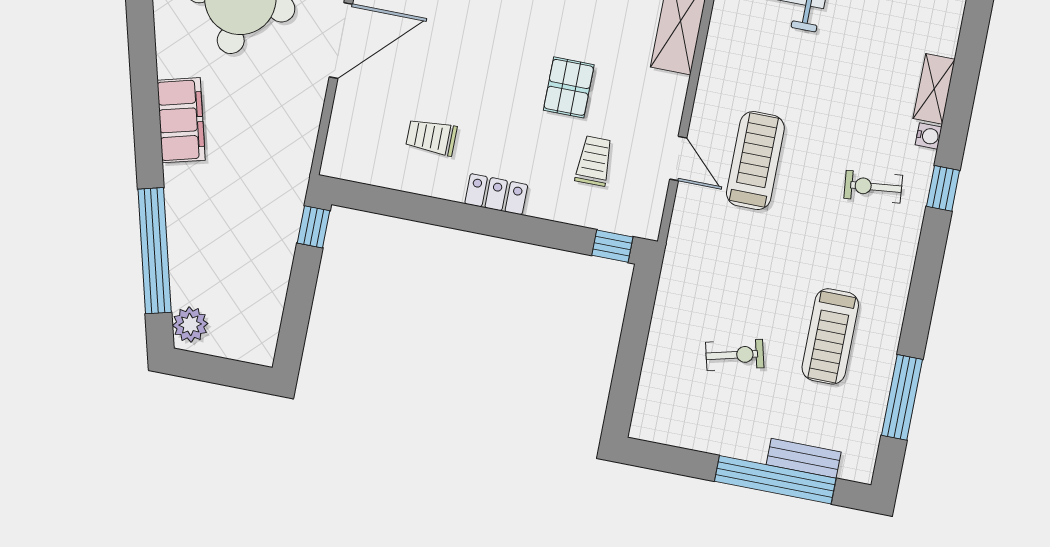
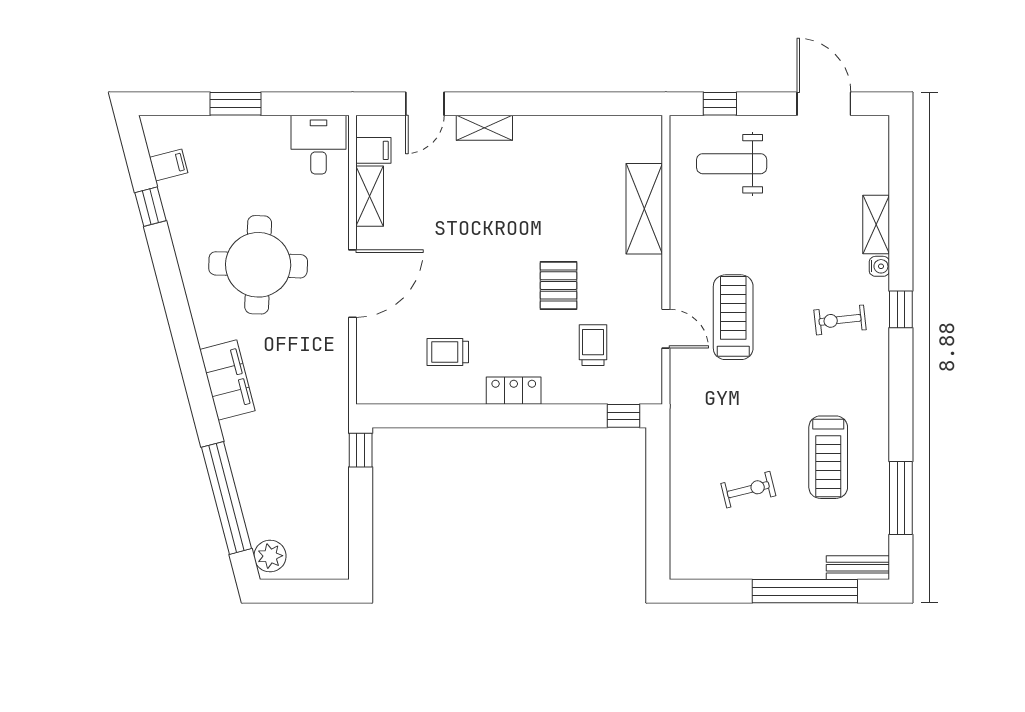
bench: (804, 458) -> (858, 568), moved

